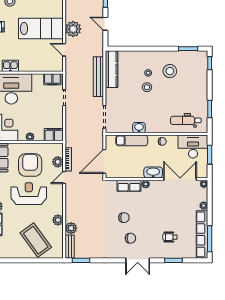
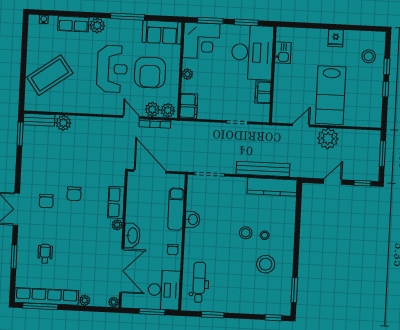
filing cabinet: (52, 79) -> (263, 92), moved
armchair: (30, 165) -> (150, 73), turned 90
plant: (58, 220) -> (168, 110), moved

